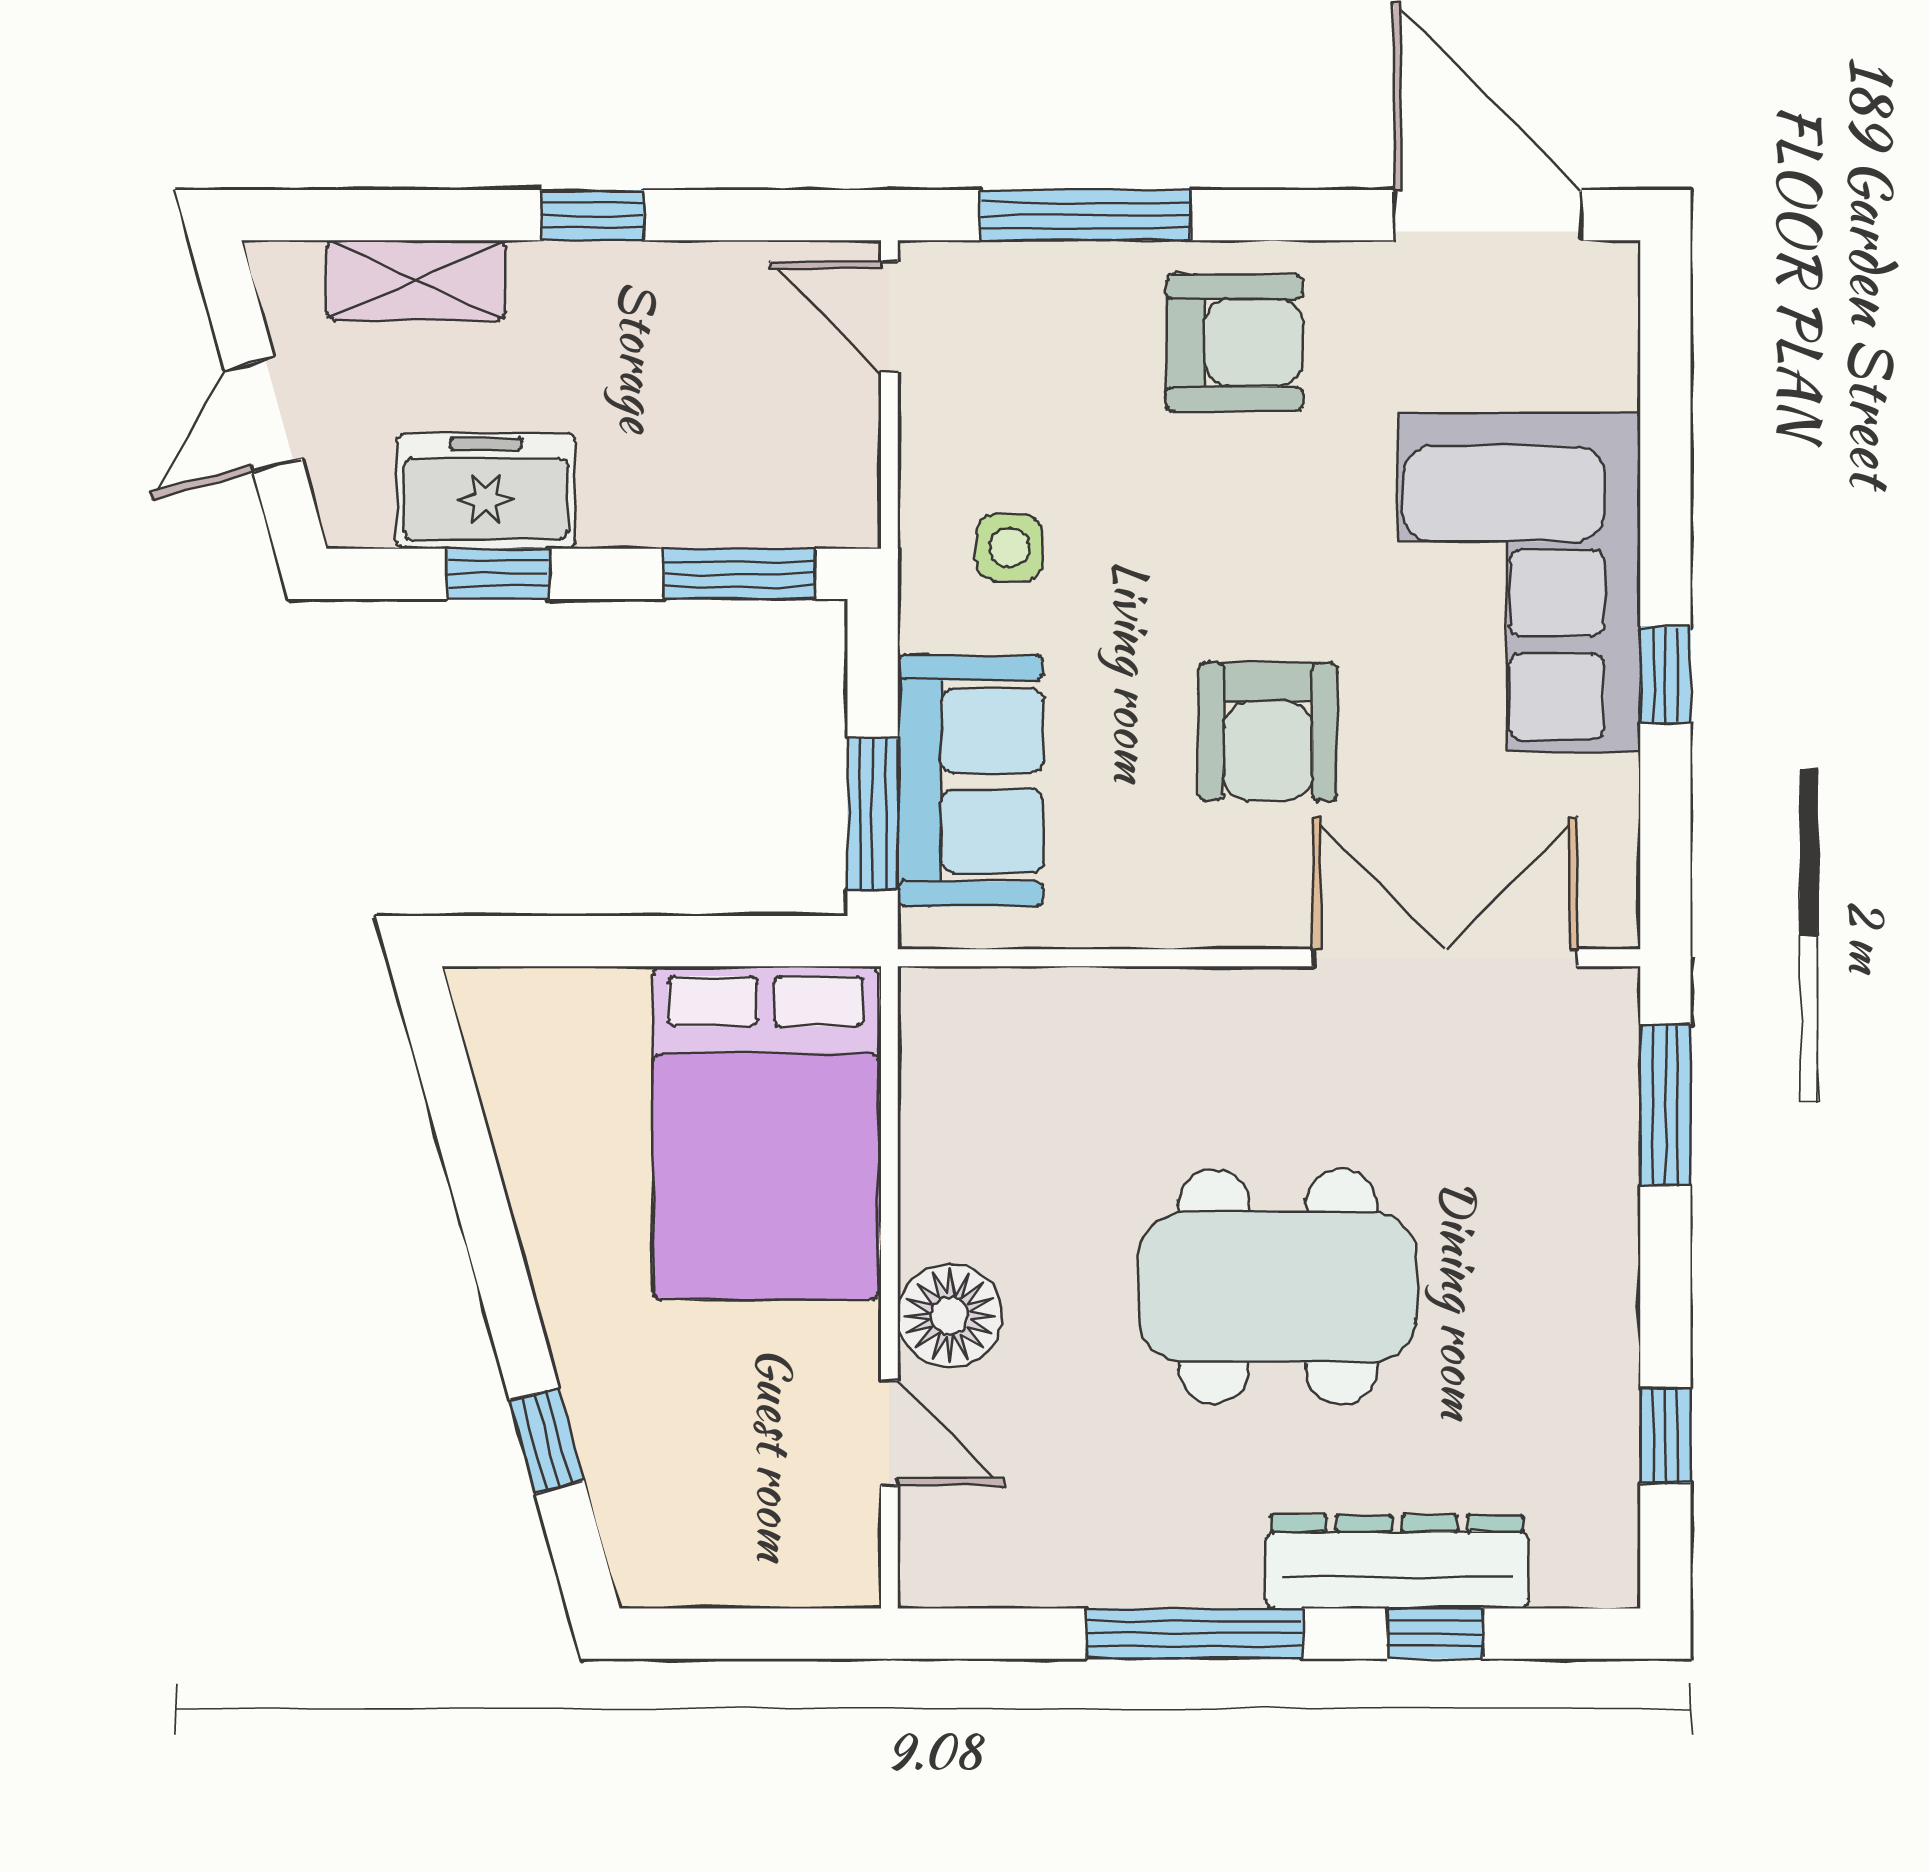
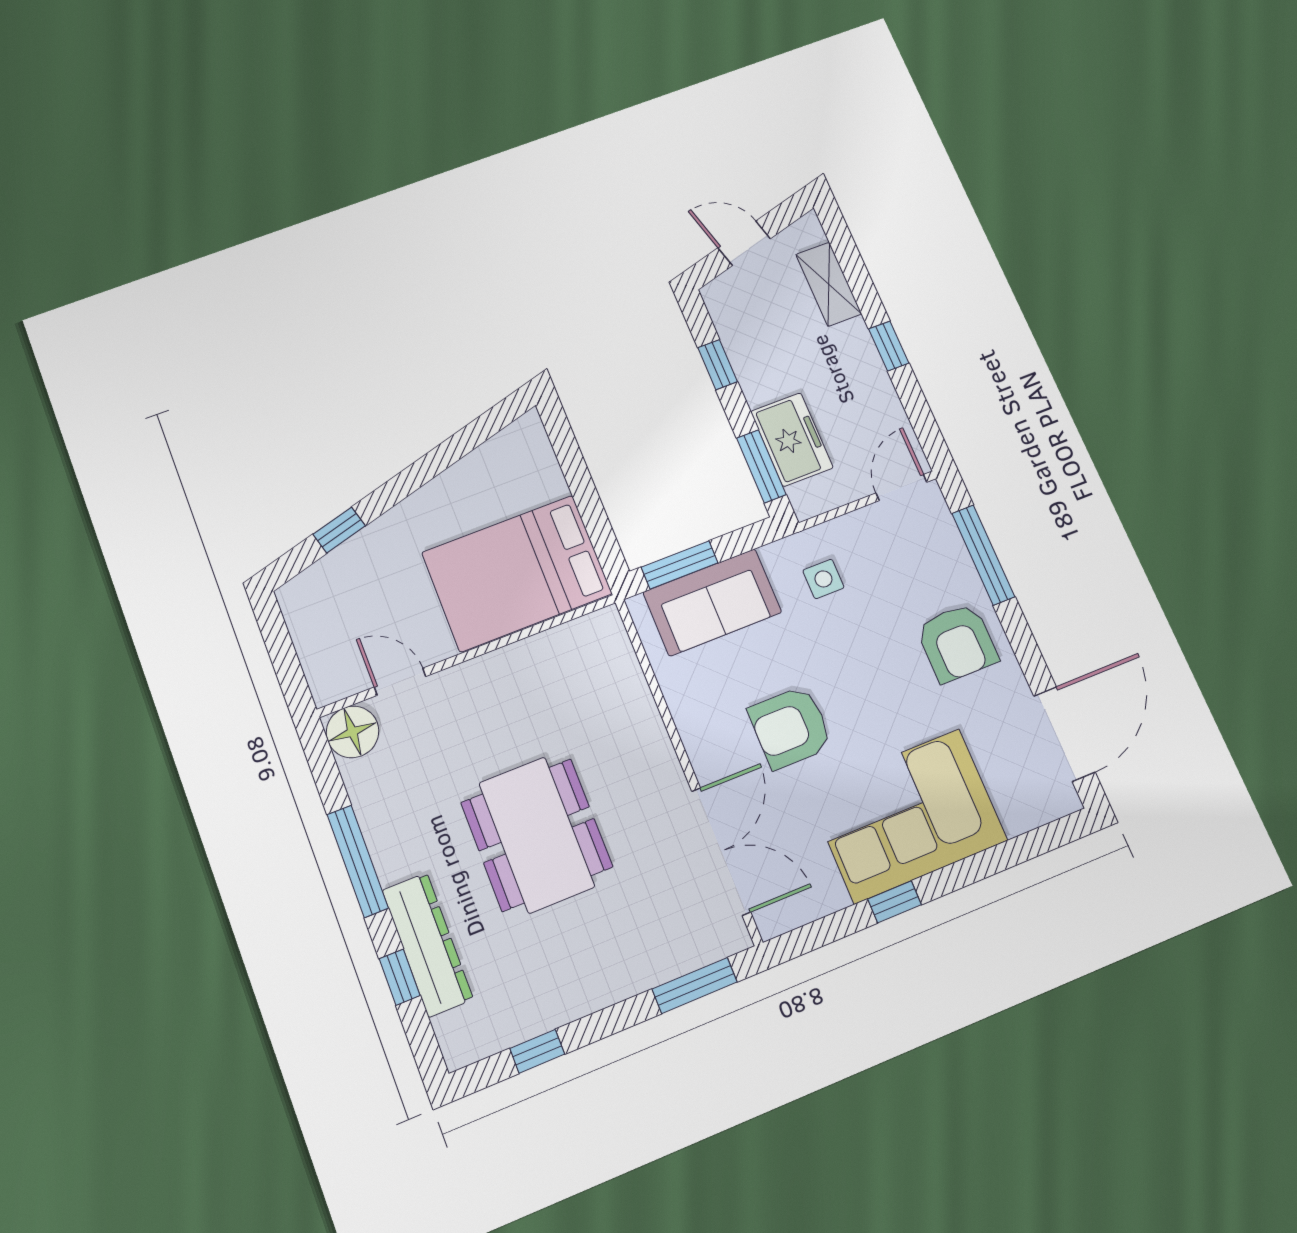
freezer: (486, 491) -> (792, 440), moved
floor lamp: (950, 1316) -> (352, 732), moved
door: (889, 1433) -> (400, 682), swing flipped

